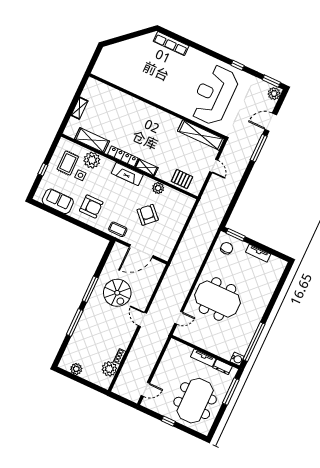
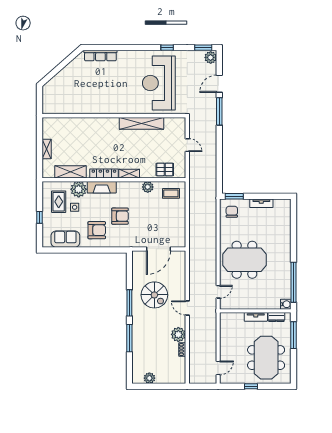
shelving: (201, 135) -> (141, 123), moved
fireplace: (127, 174) -> (102, 187), moved
armchair: (148, 215) -> (120, 216), moved, turned 134
coffee table: (118, 229) -> (171, 193), moved
plant: (109, 369) -> (178, 334), moved

